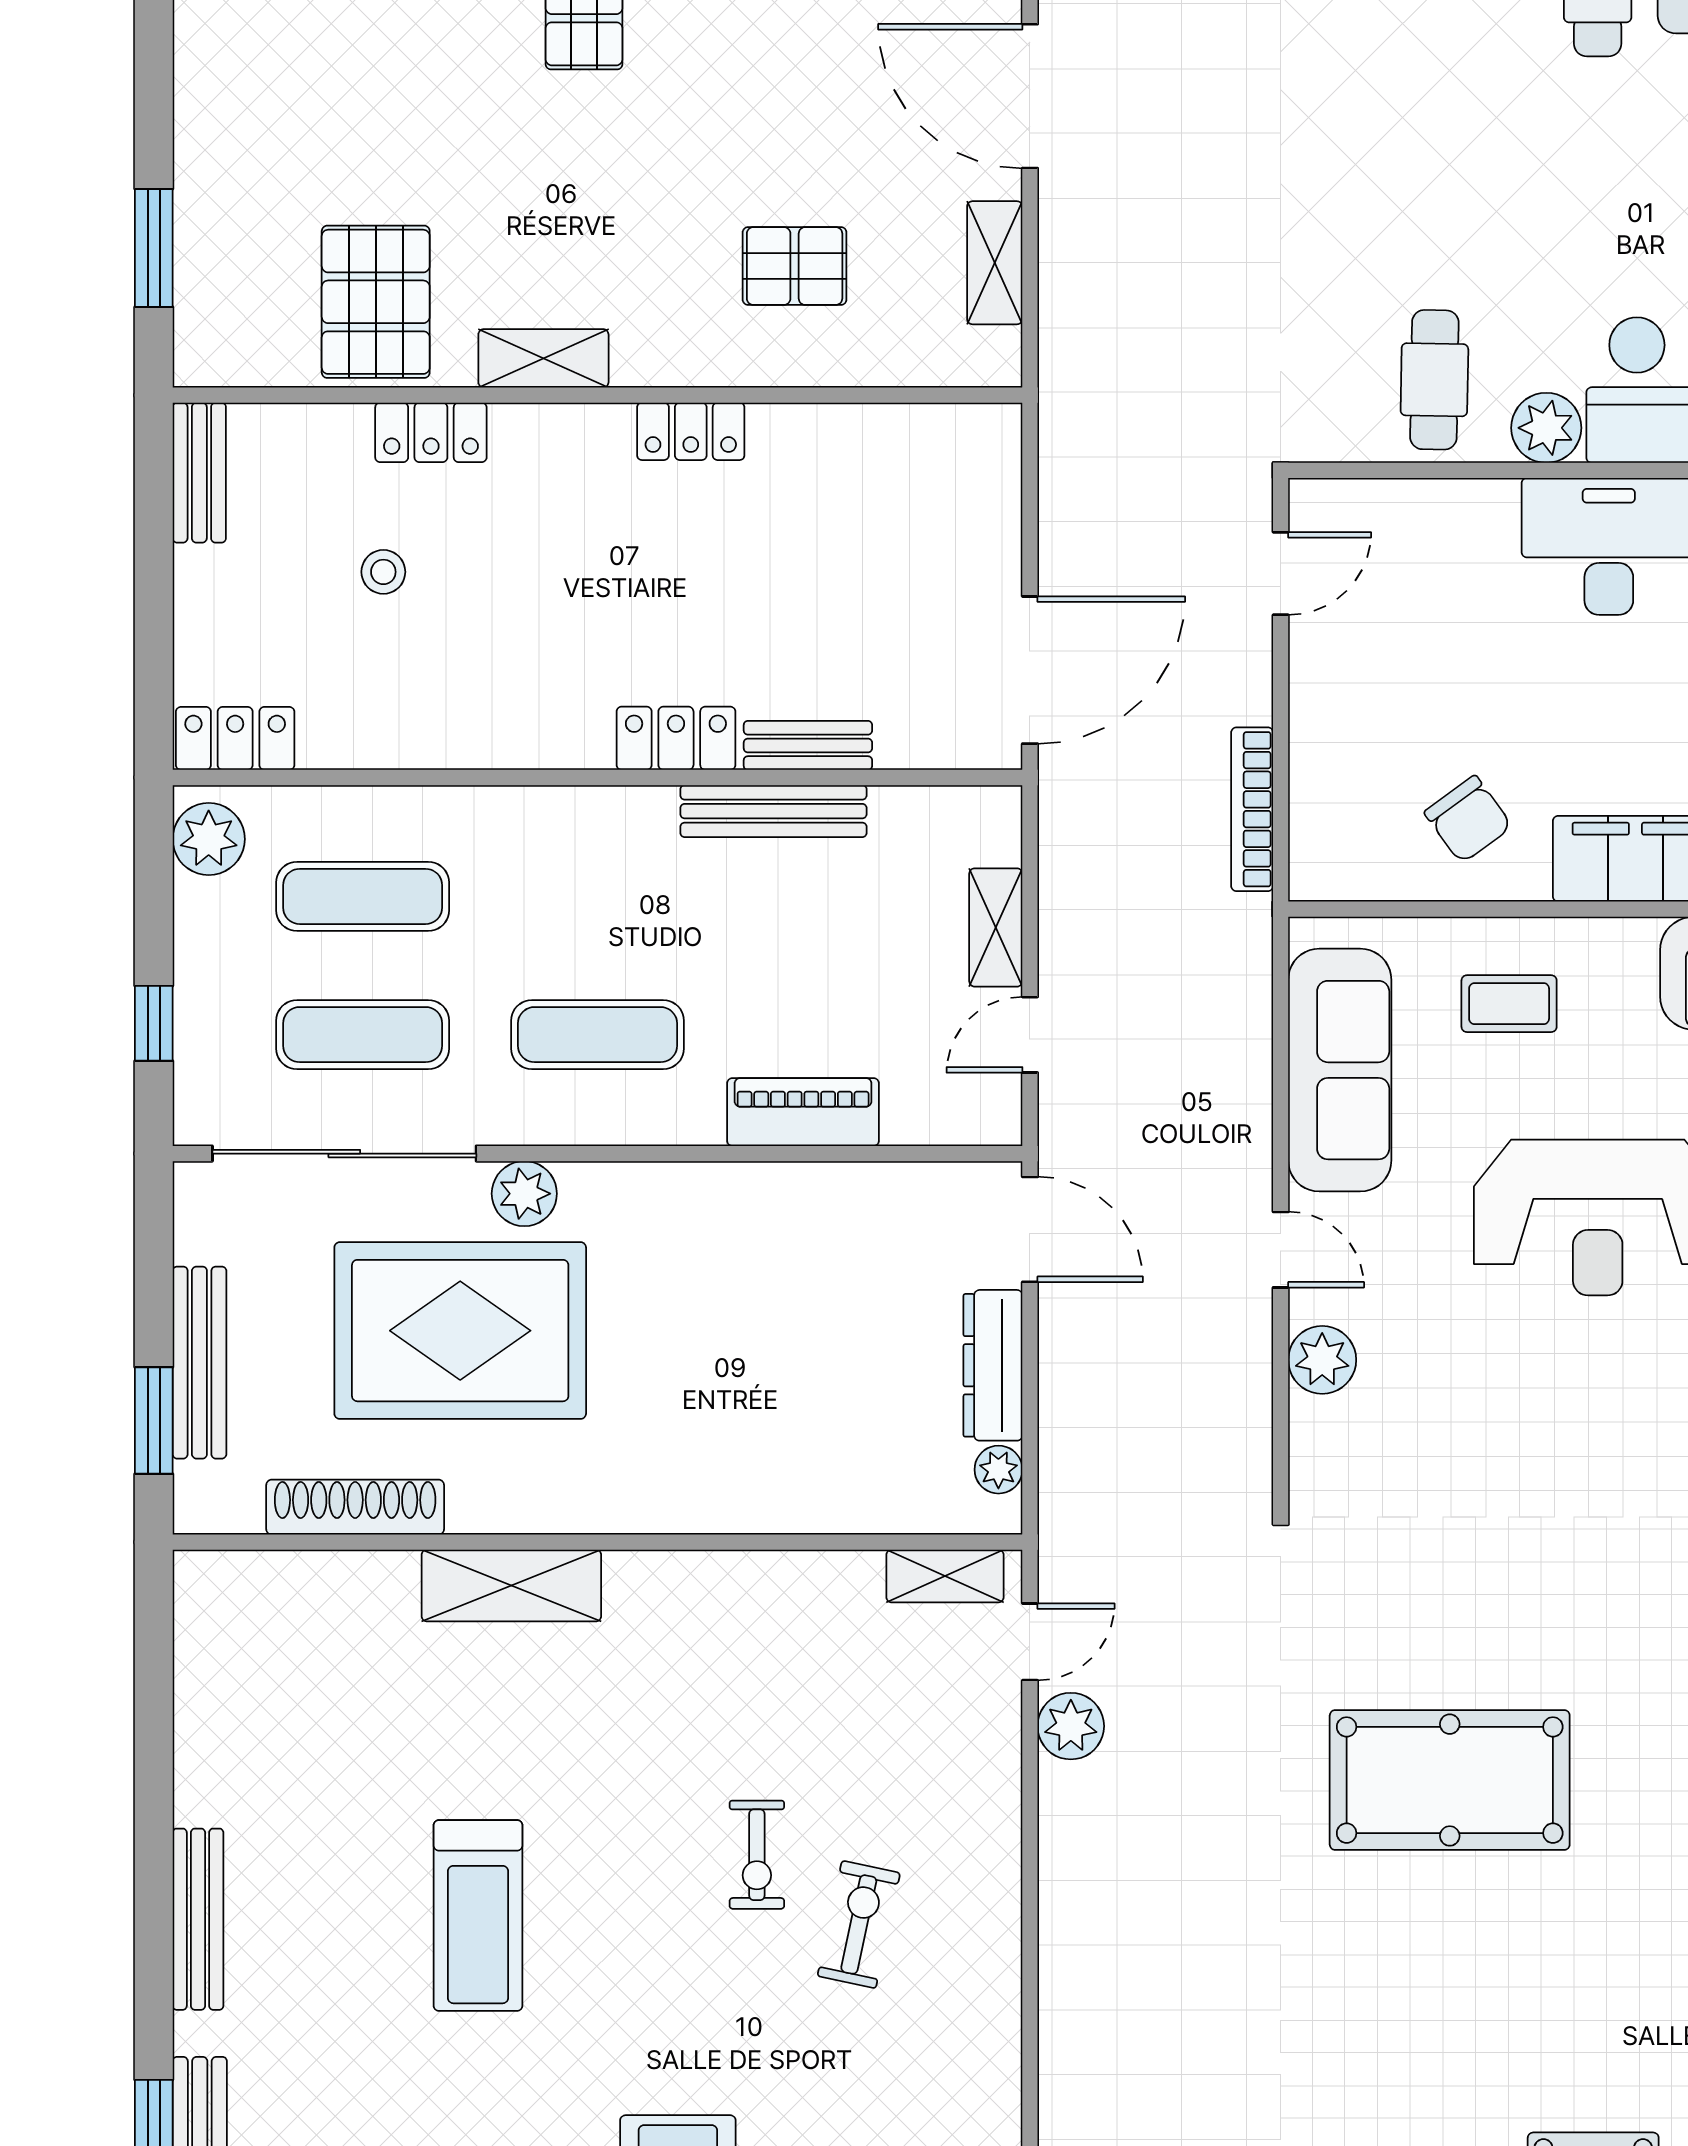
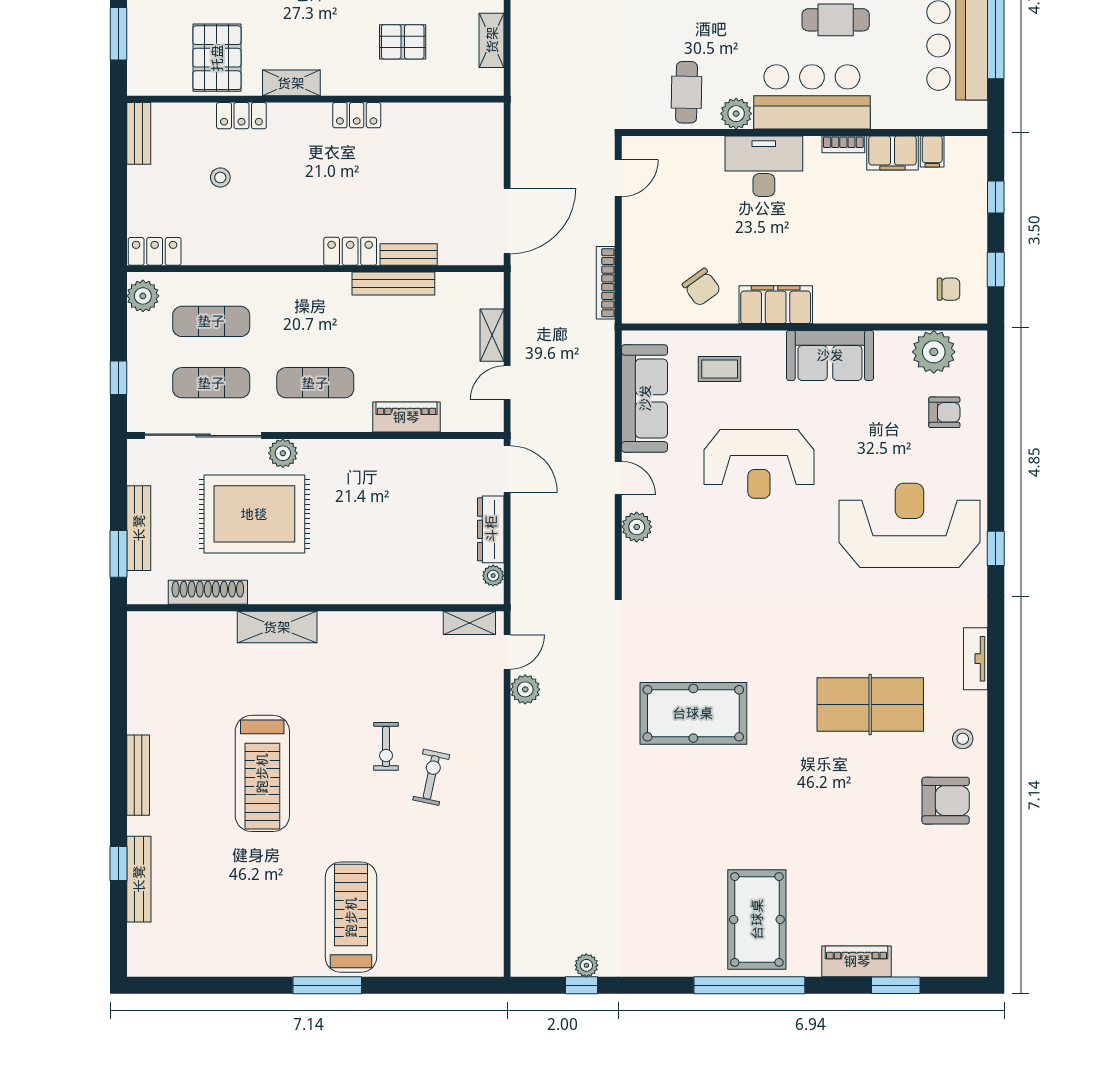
treadmill: (478, 1916) -> (262, 773), width x1.37, depth x1.38

